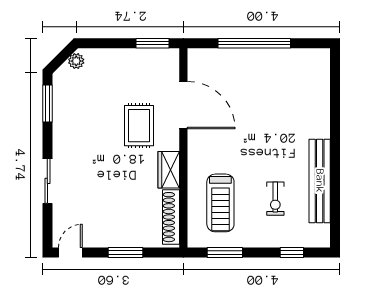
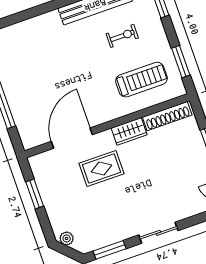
window: (153, 43) -> (35, 194), moved
sliding door: (47, 181) -> (158, 233), moved

